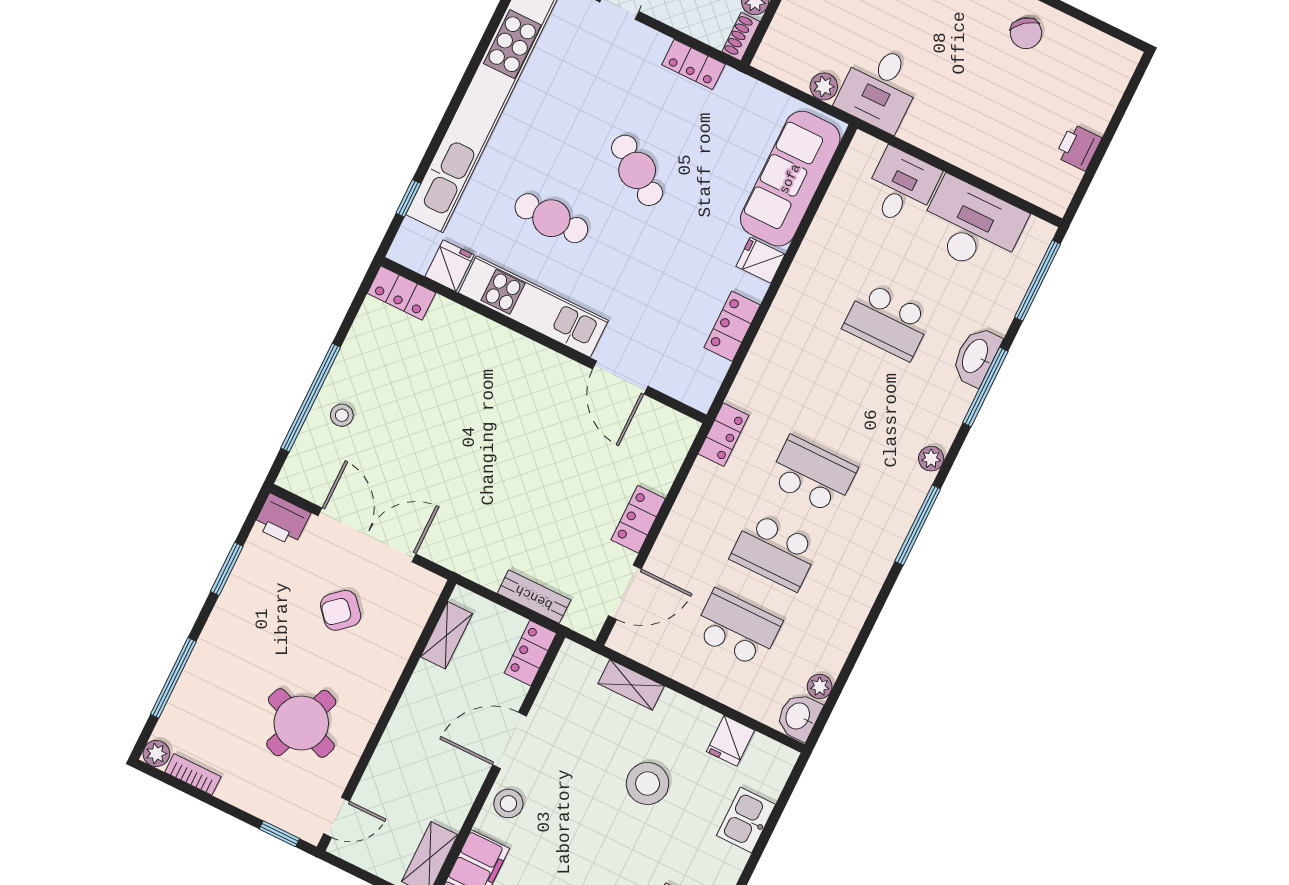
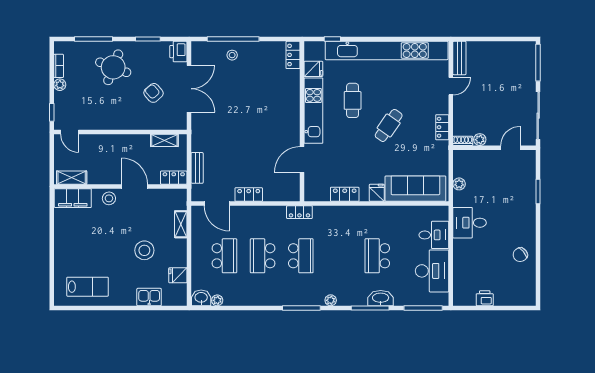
desk: (880, 88) -> (470, 223), moved
round table: (301, 723) -> (113, 67), moved
plant: (156, 753) -> (60, 85), moved

